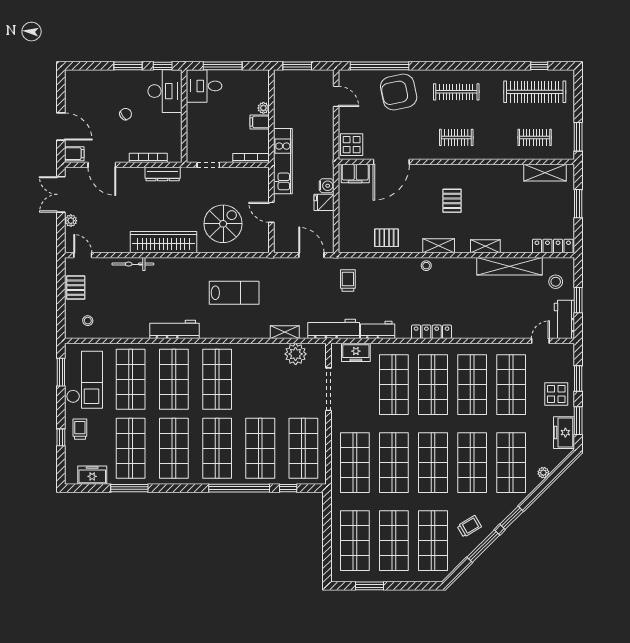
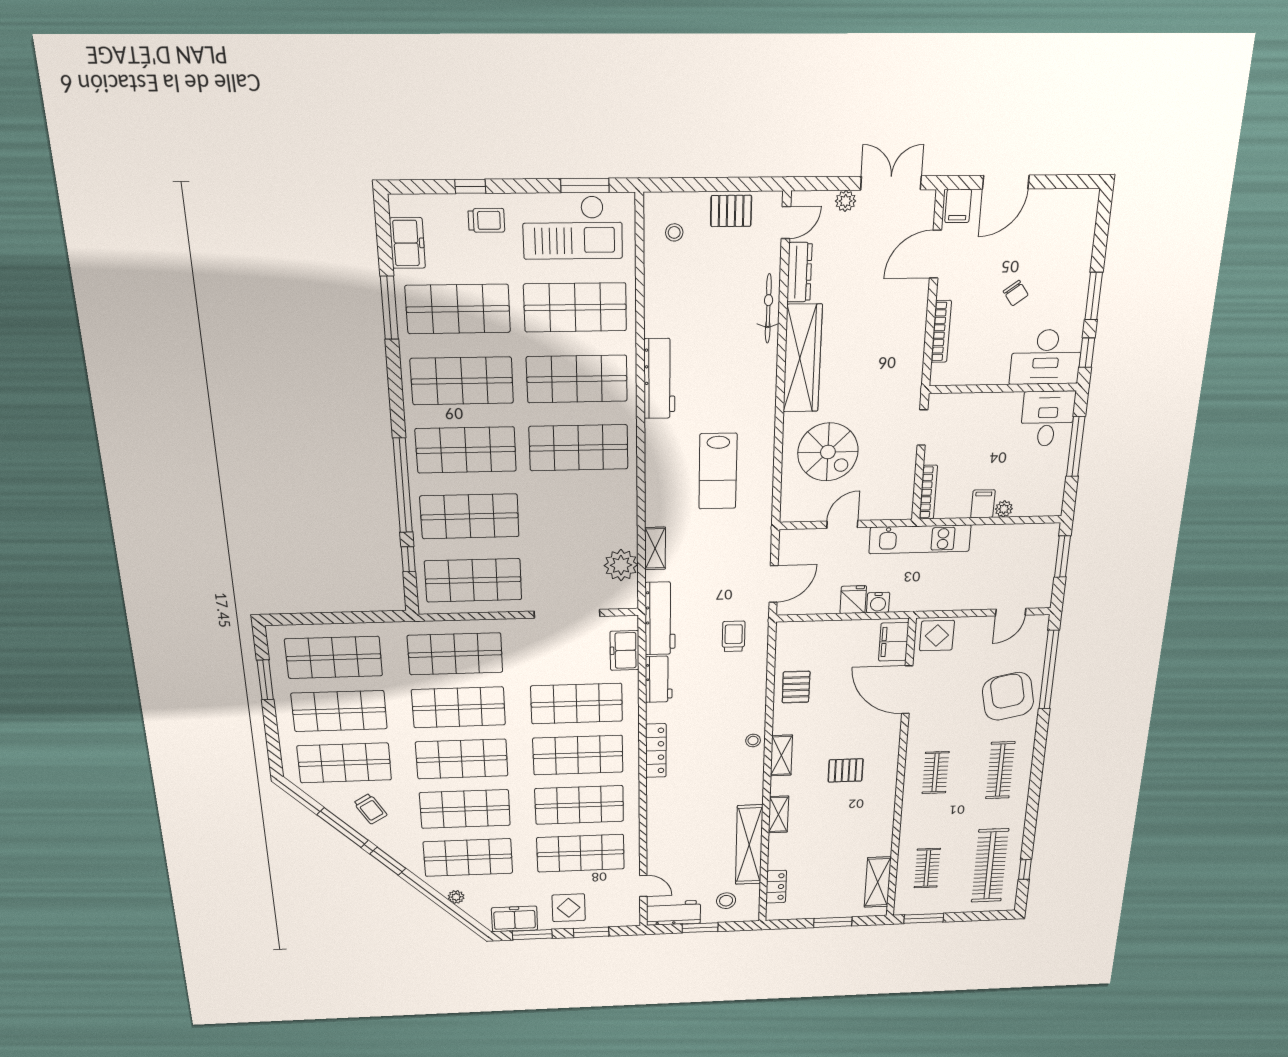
dresser: (163, 174) -> (799, 272), moved, turned 180
locker: (553, 246) -> (776, 887), width x0.66
trolley: (348, 281) -> (734, 636), turned -90

